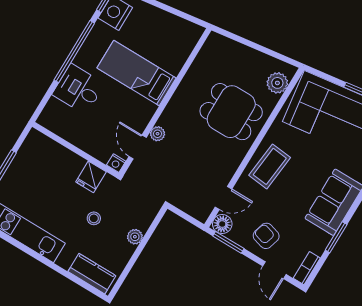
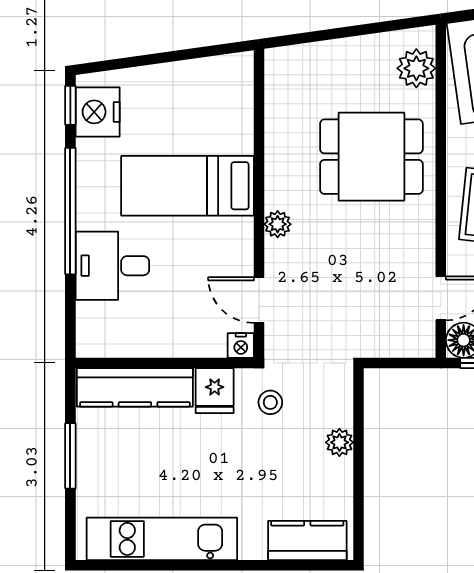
plant: (158, 134) -> (278, 224), moved
kitchen counter: (54, 153) -> (135, 387), added
stool: (94, 218) -> (270, 402), moved

